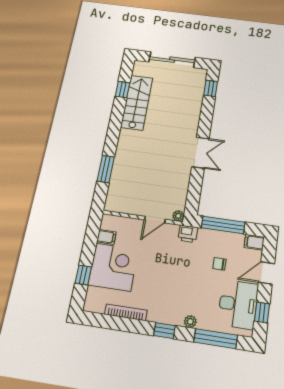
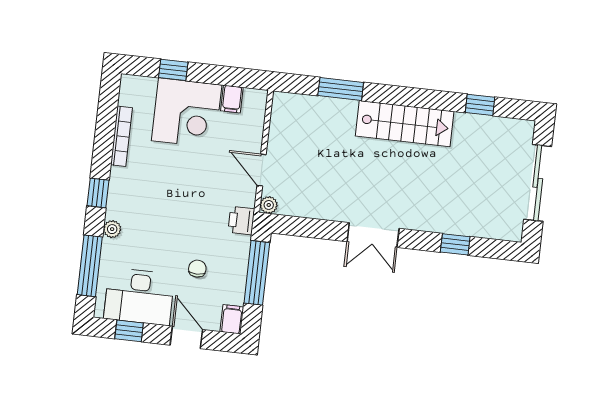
window: (211, 88) -> (455, 244), moved
stairs: (137, 103) -> (405, 124), moved

